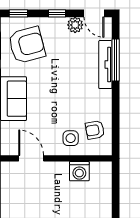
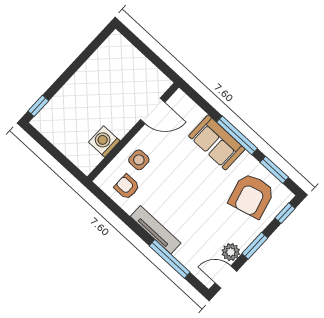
window: (57, 13) -> (255, 246), width x1.50
tv unit: (105, 65) -> (156, 230), moved
armchair: (95, 130) -> (127, 187), turned -80

